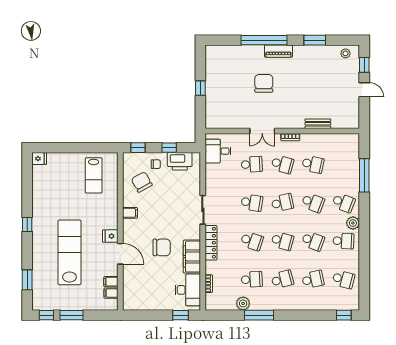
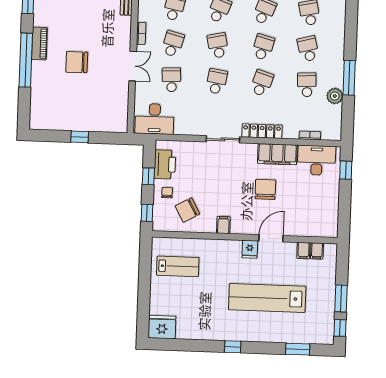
desk: (218, 151) -> (154, 119), width x1.37
fridge: (39, 159) -> (162, 327), width x1.88, depth x1.34

